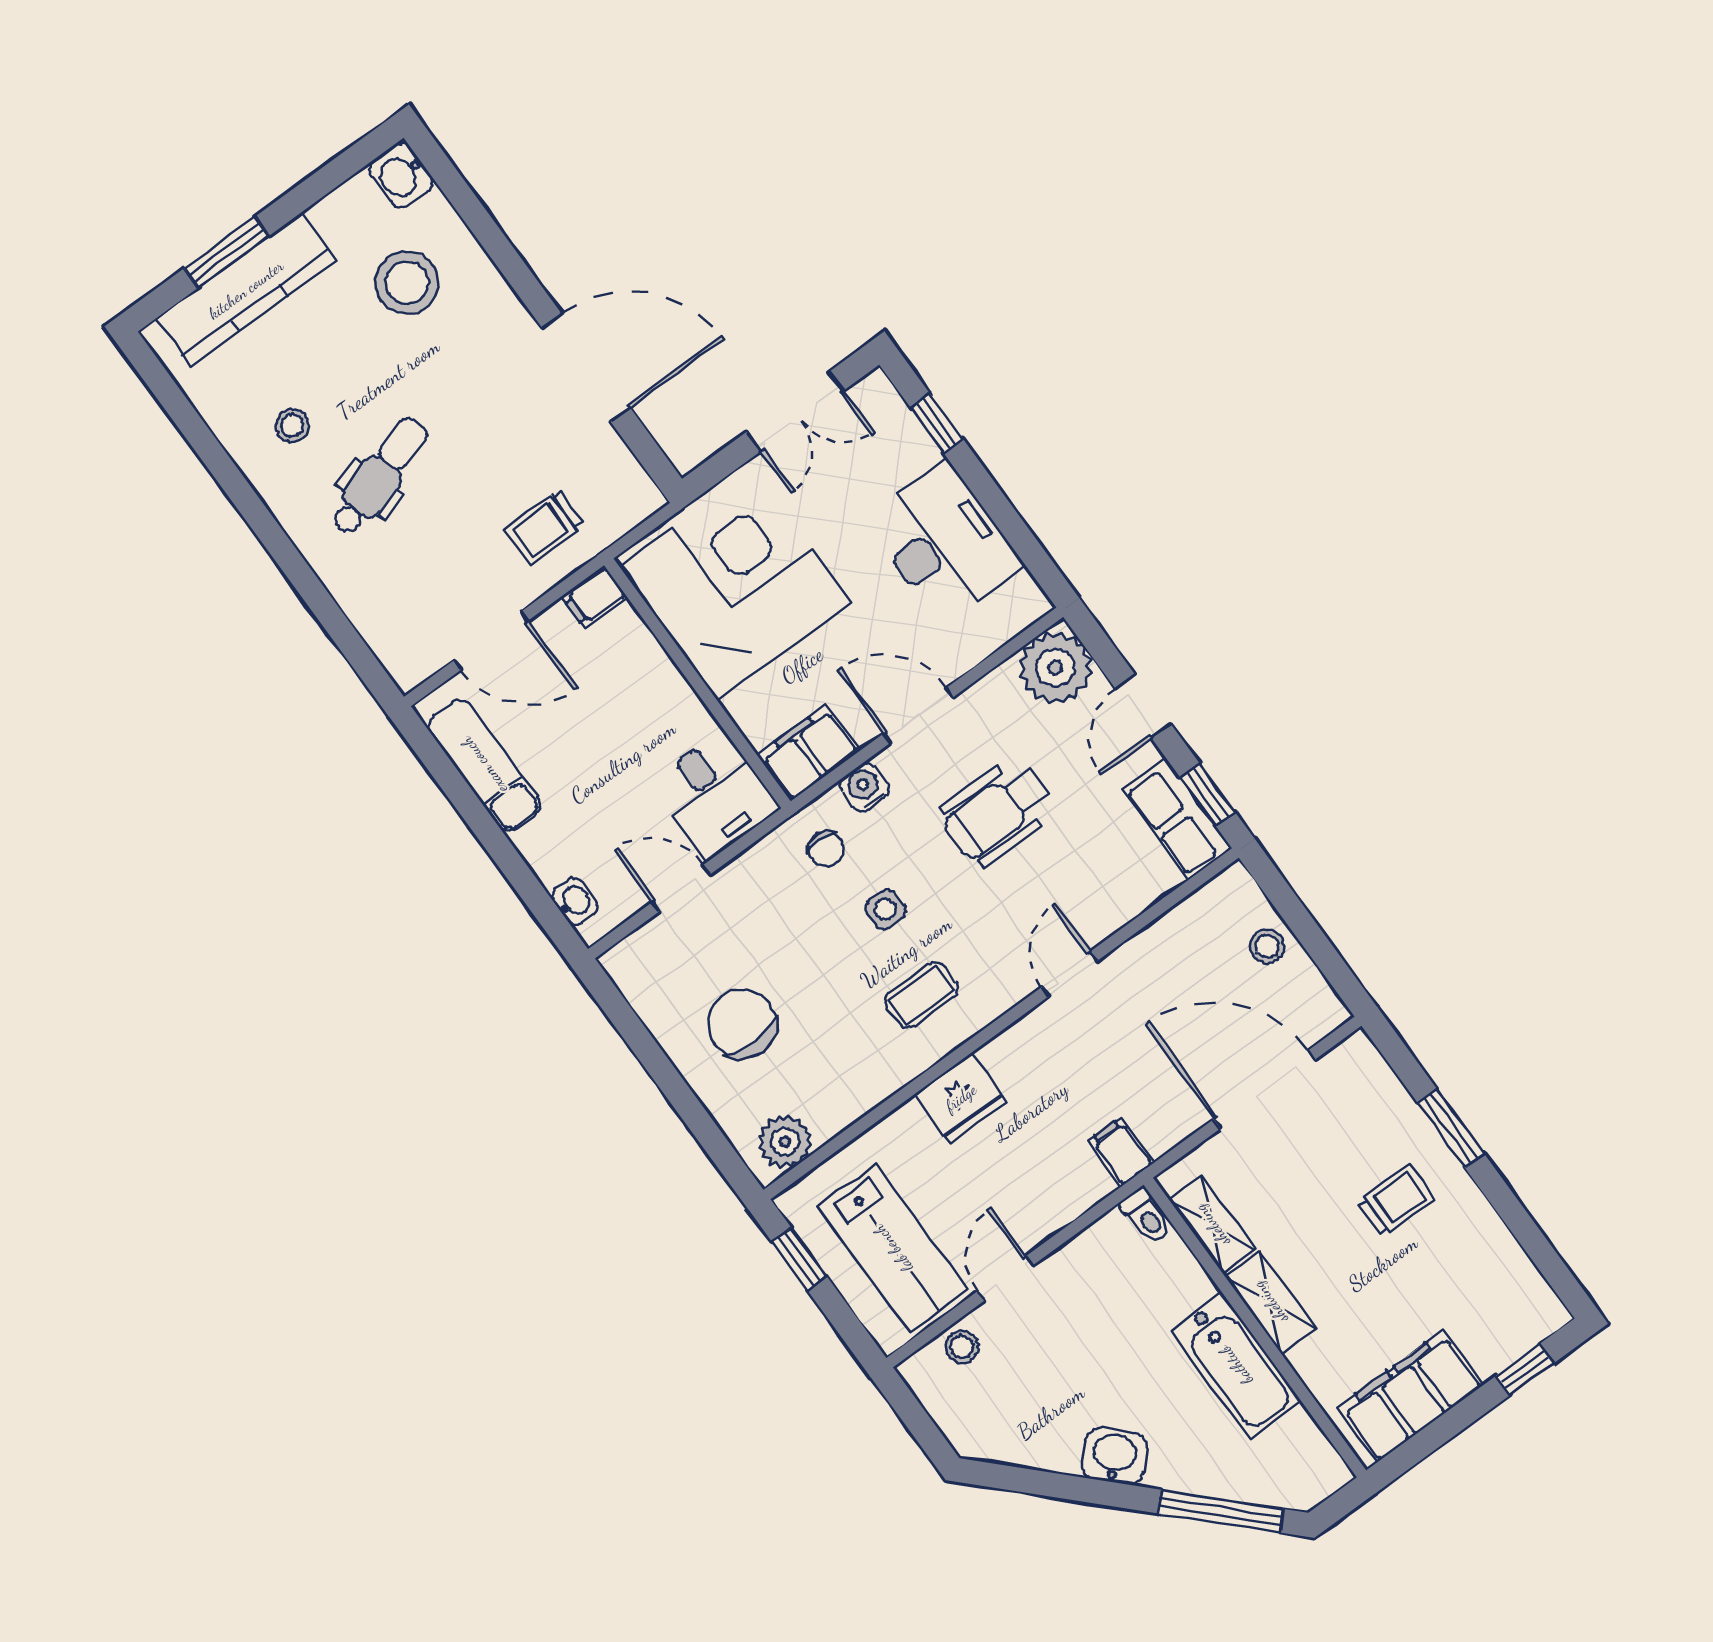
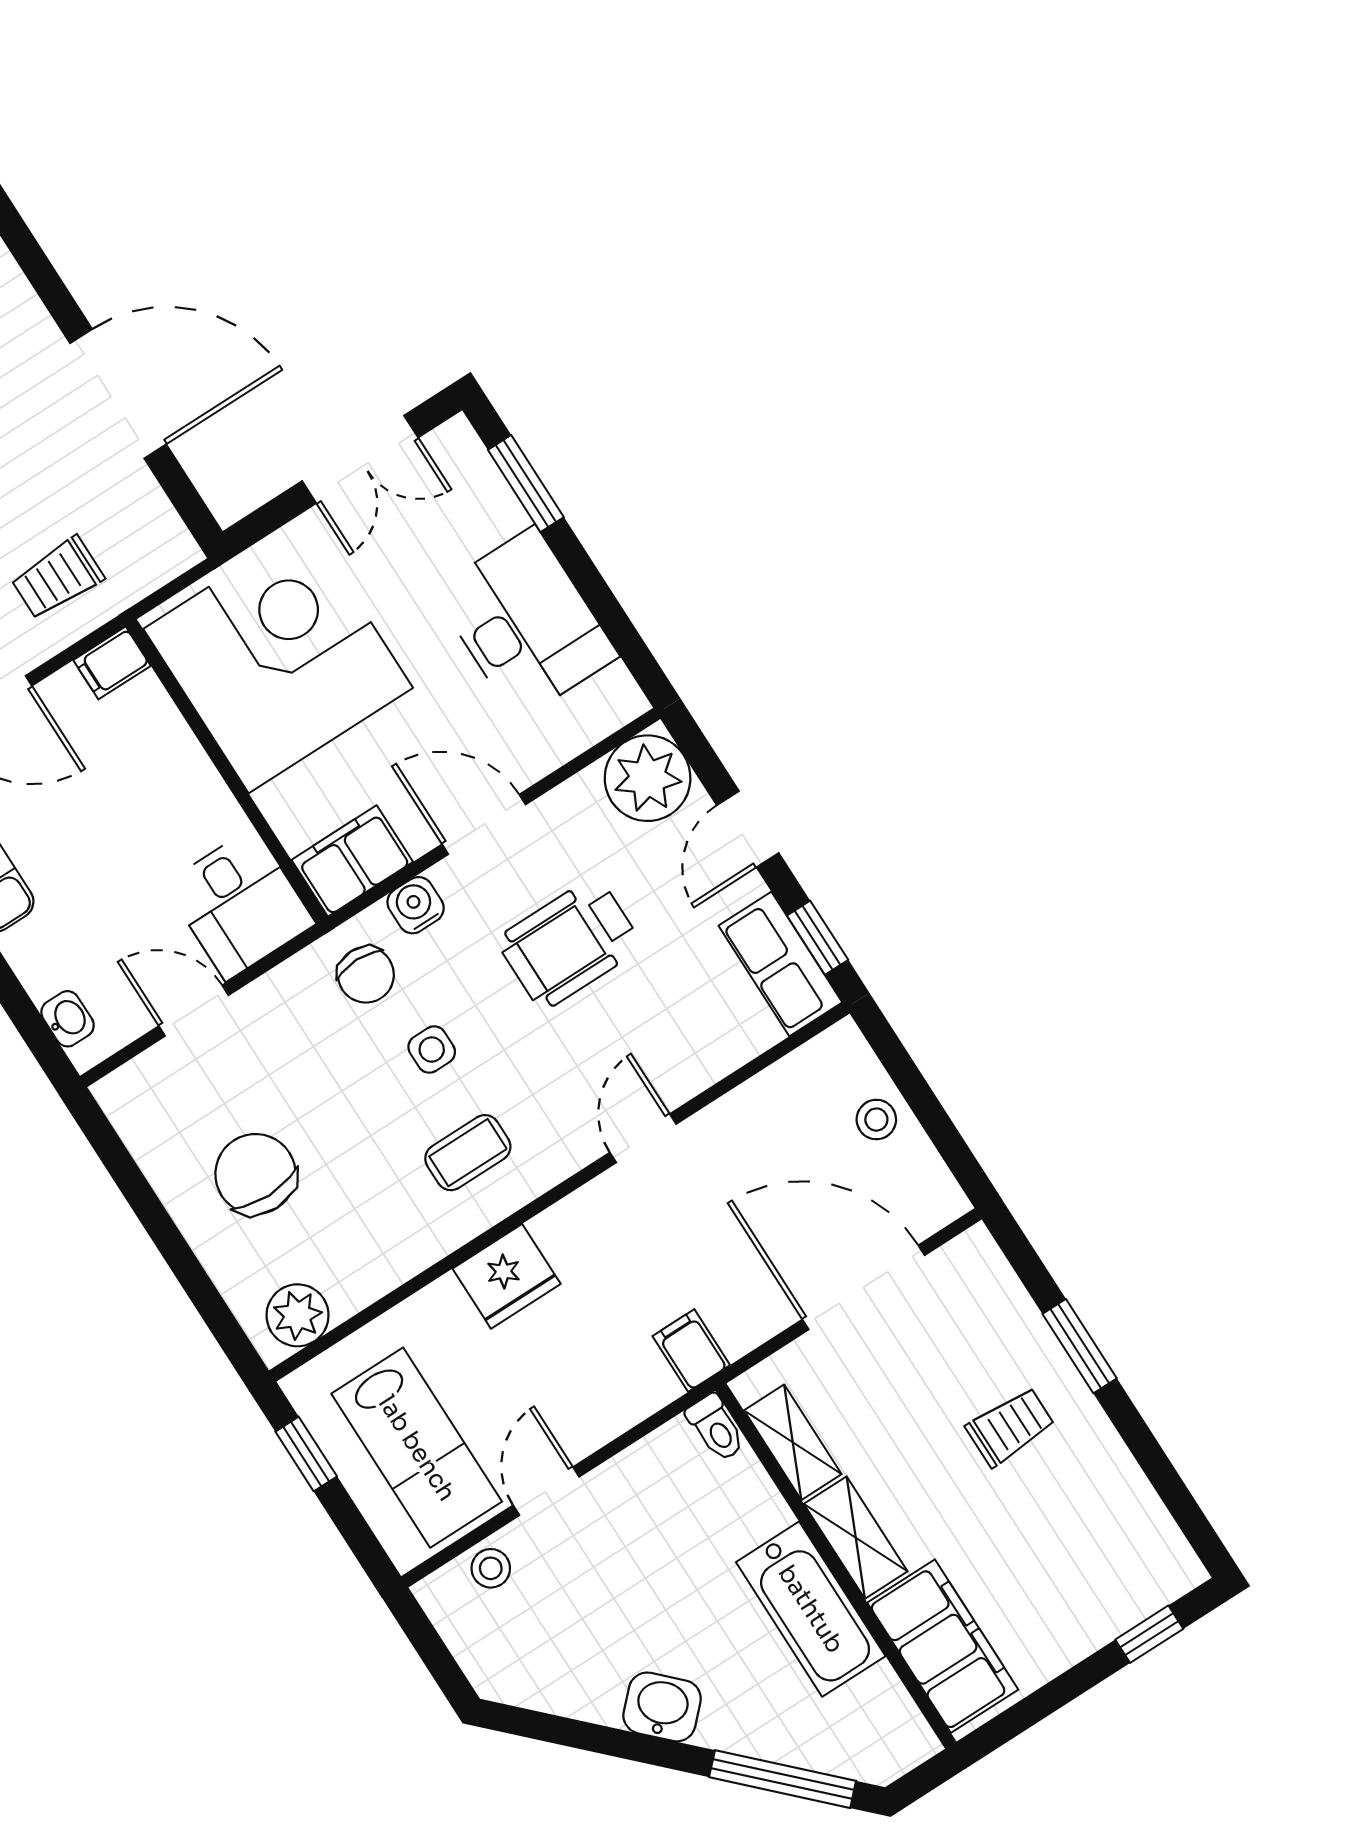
window: (937, 424) -> (526, 483), width x1.50
chair: (826, 849) -> (366, 975), width x1.37, depth x1.37
filing cabinet: (1410, 1396) -> (943, 1646), moved, turned 90

